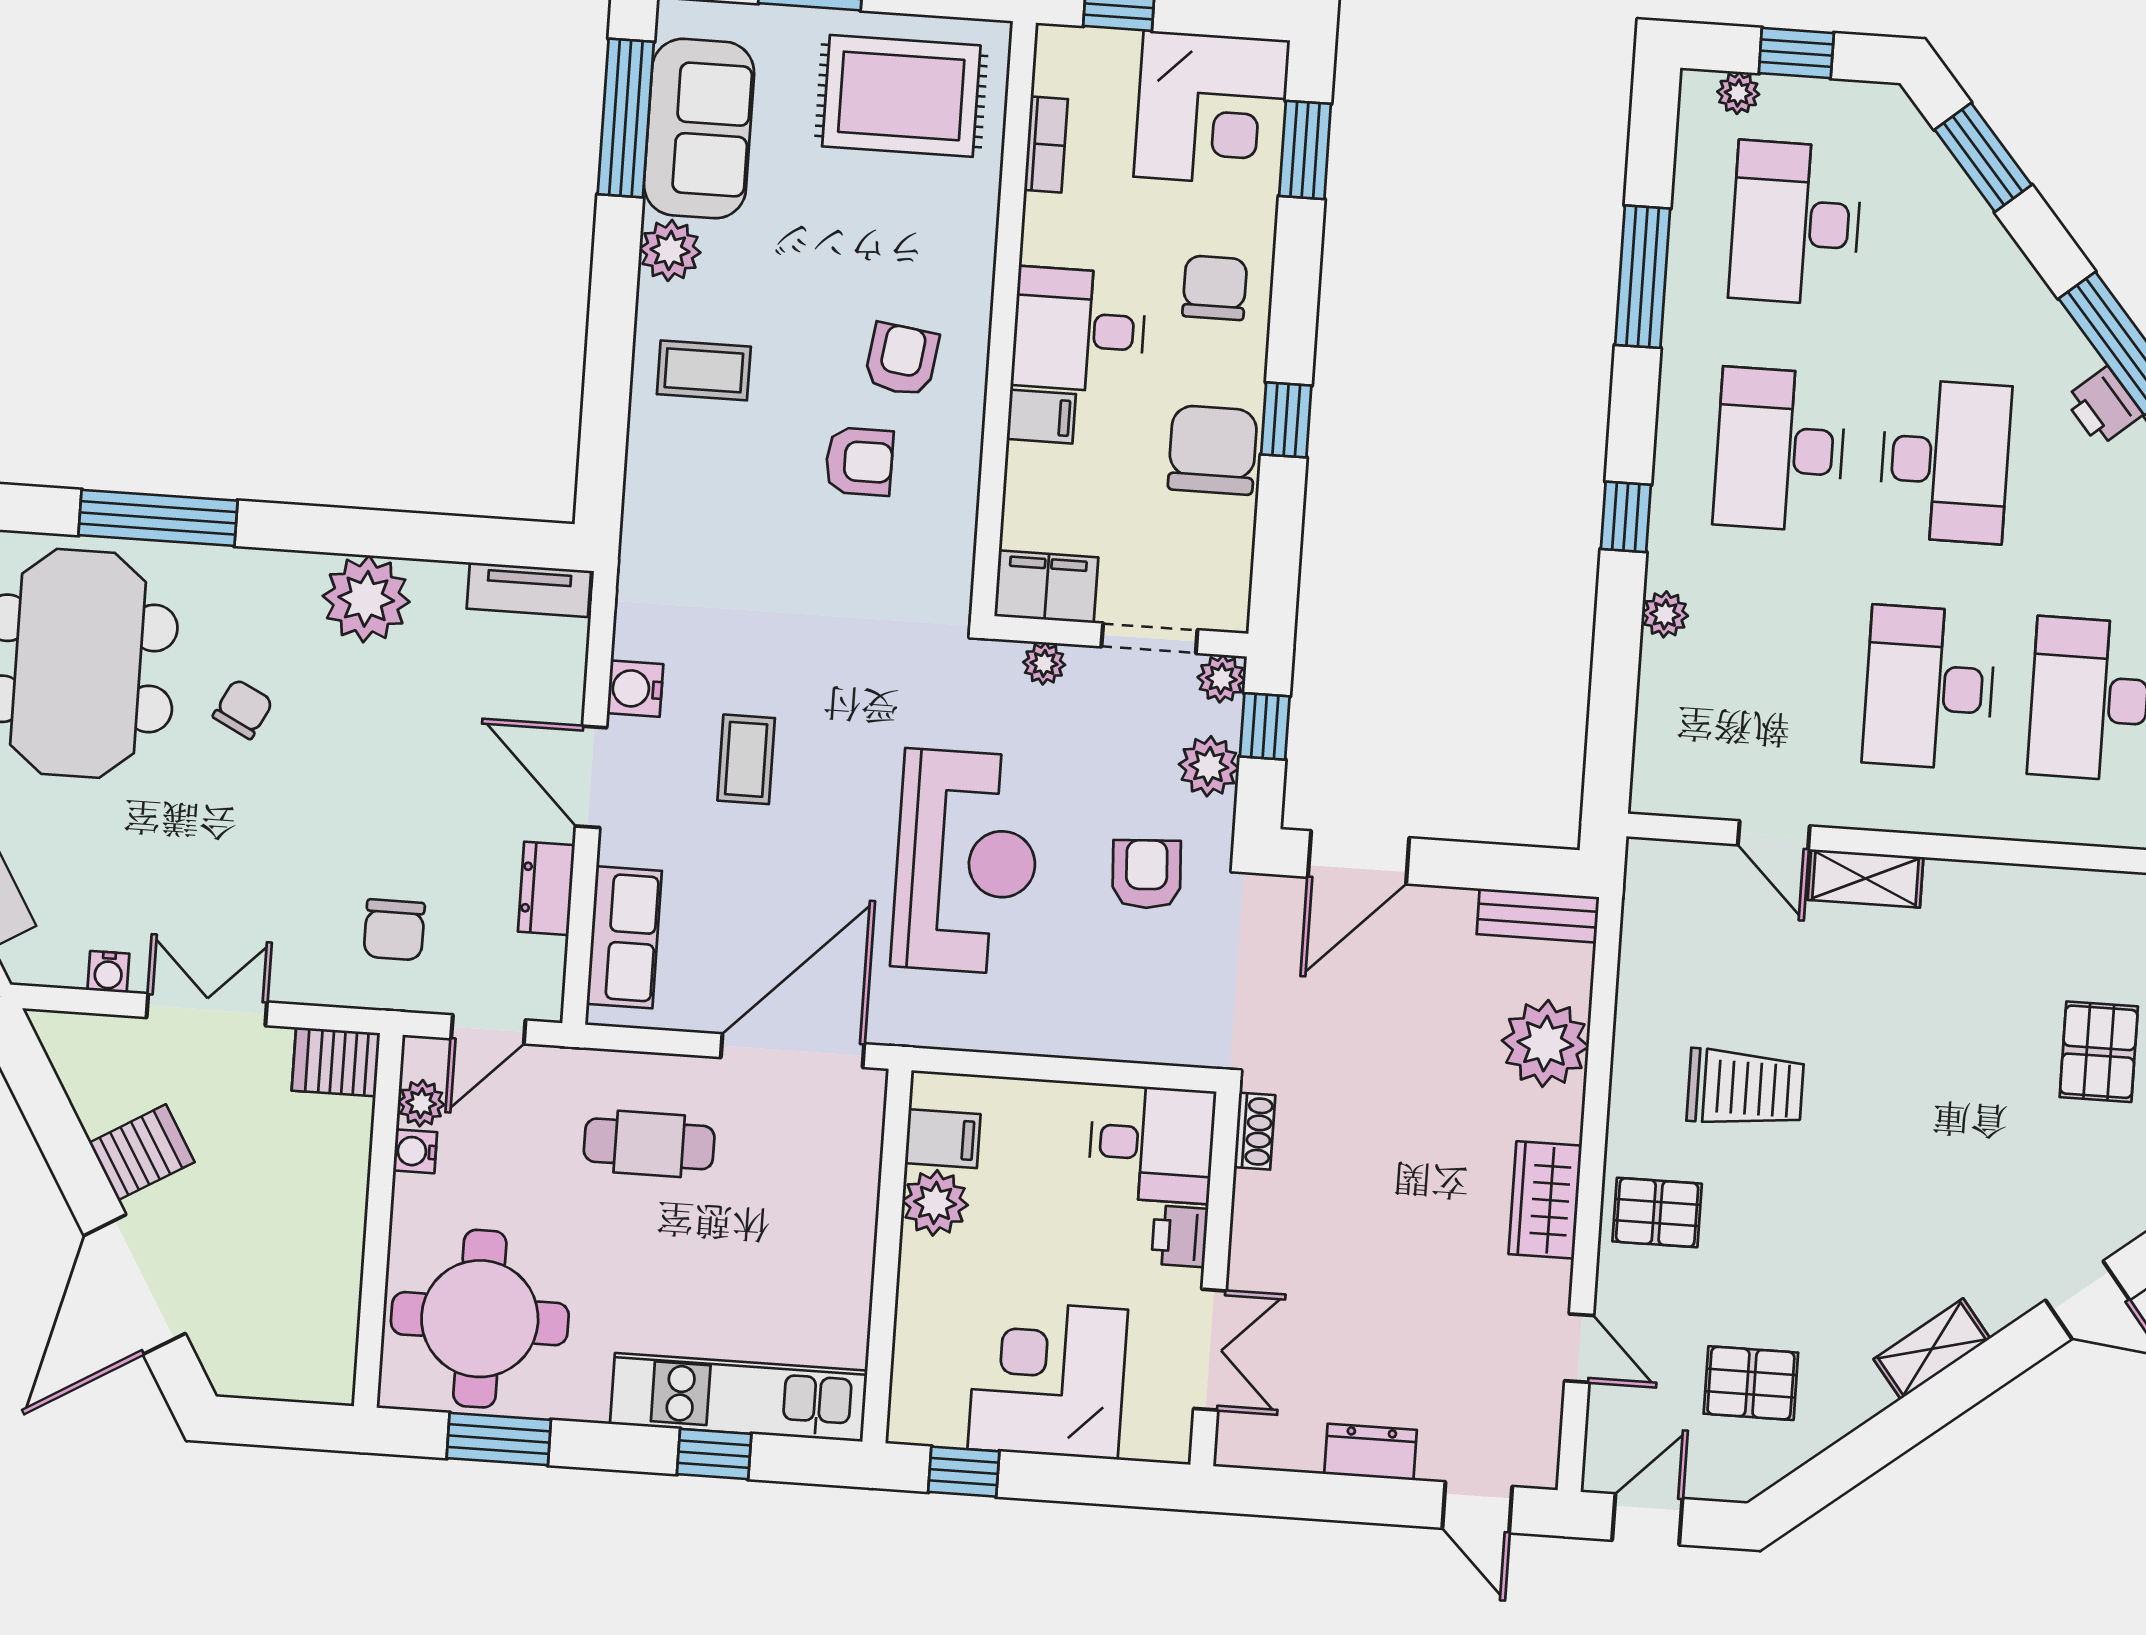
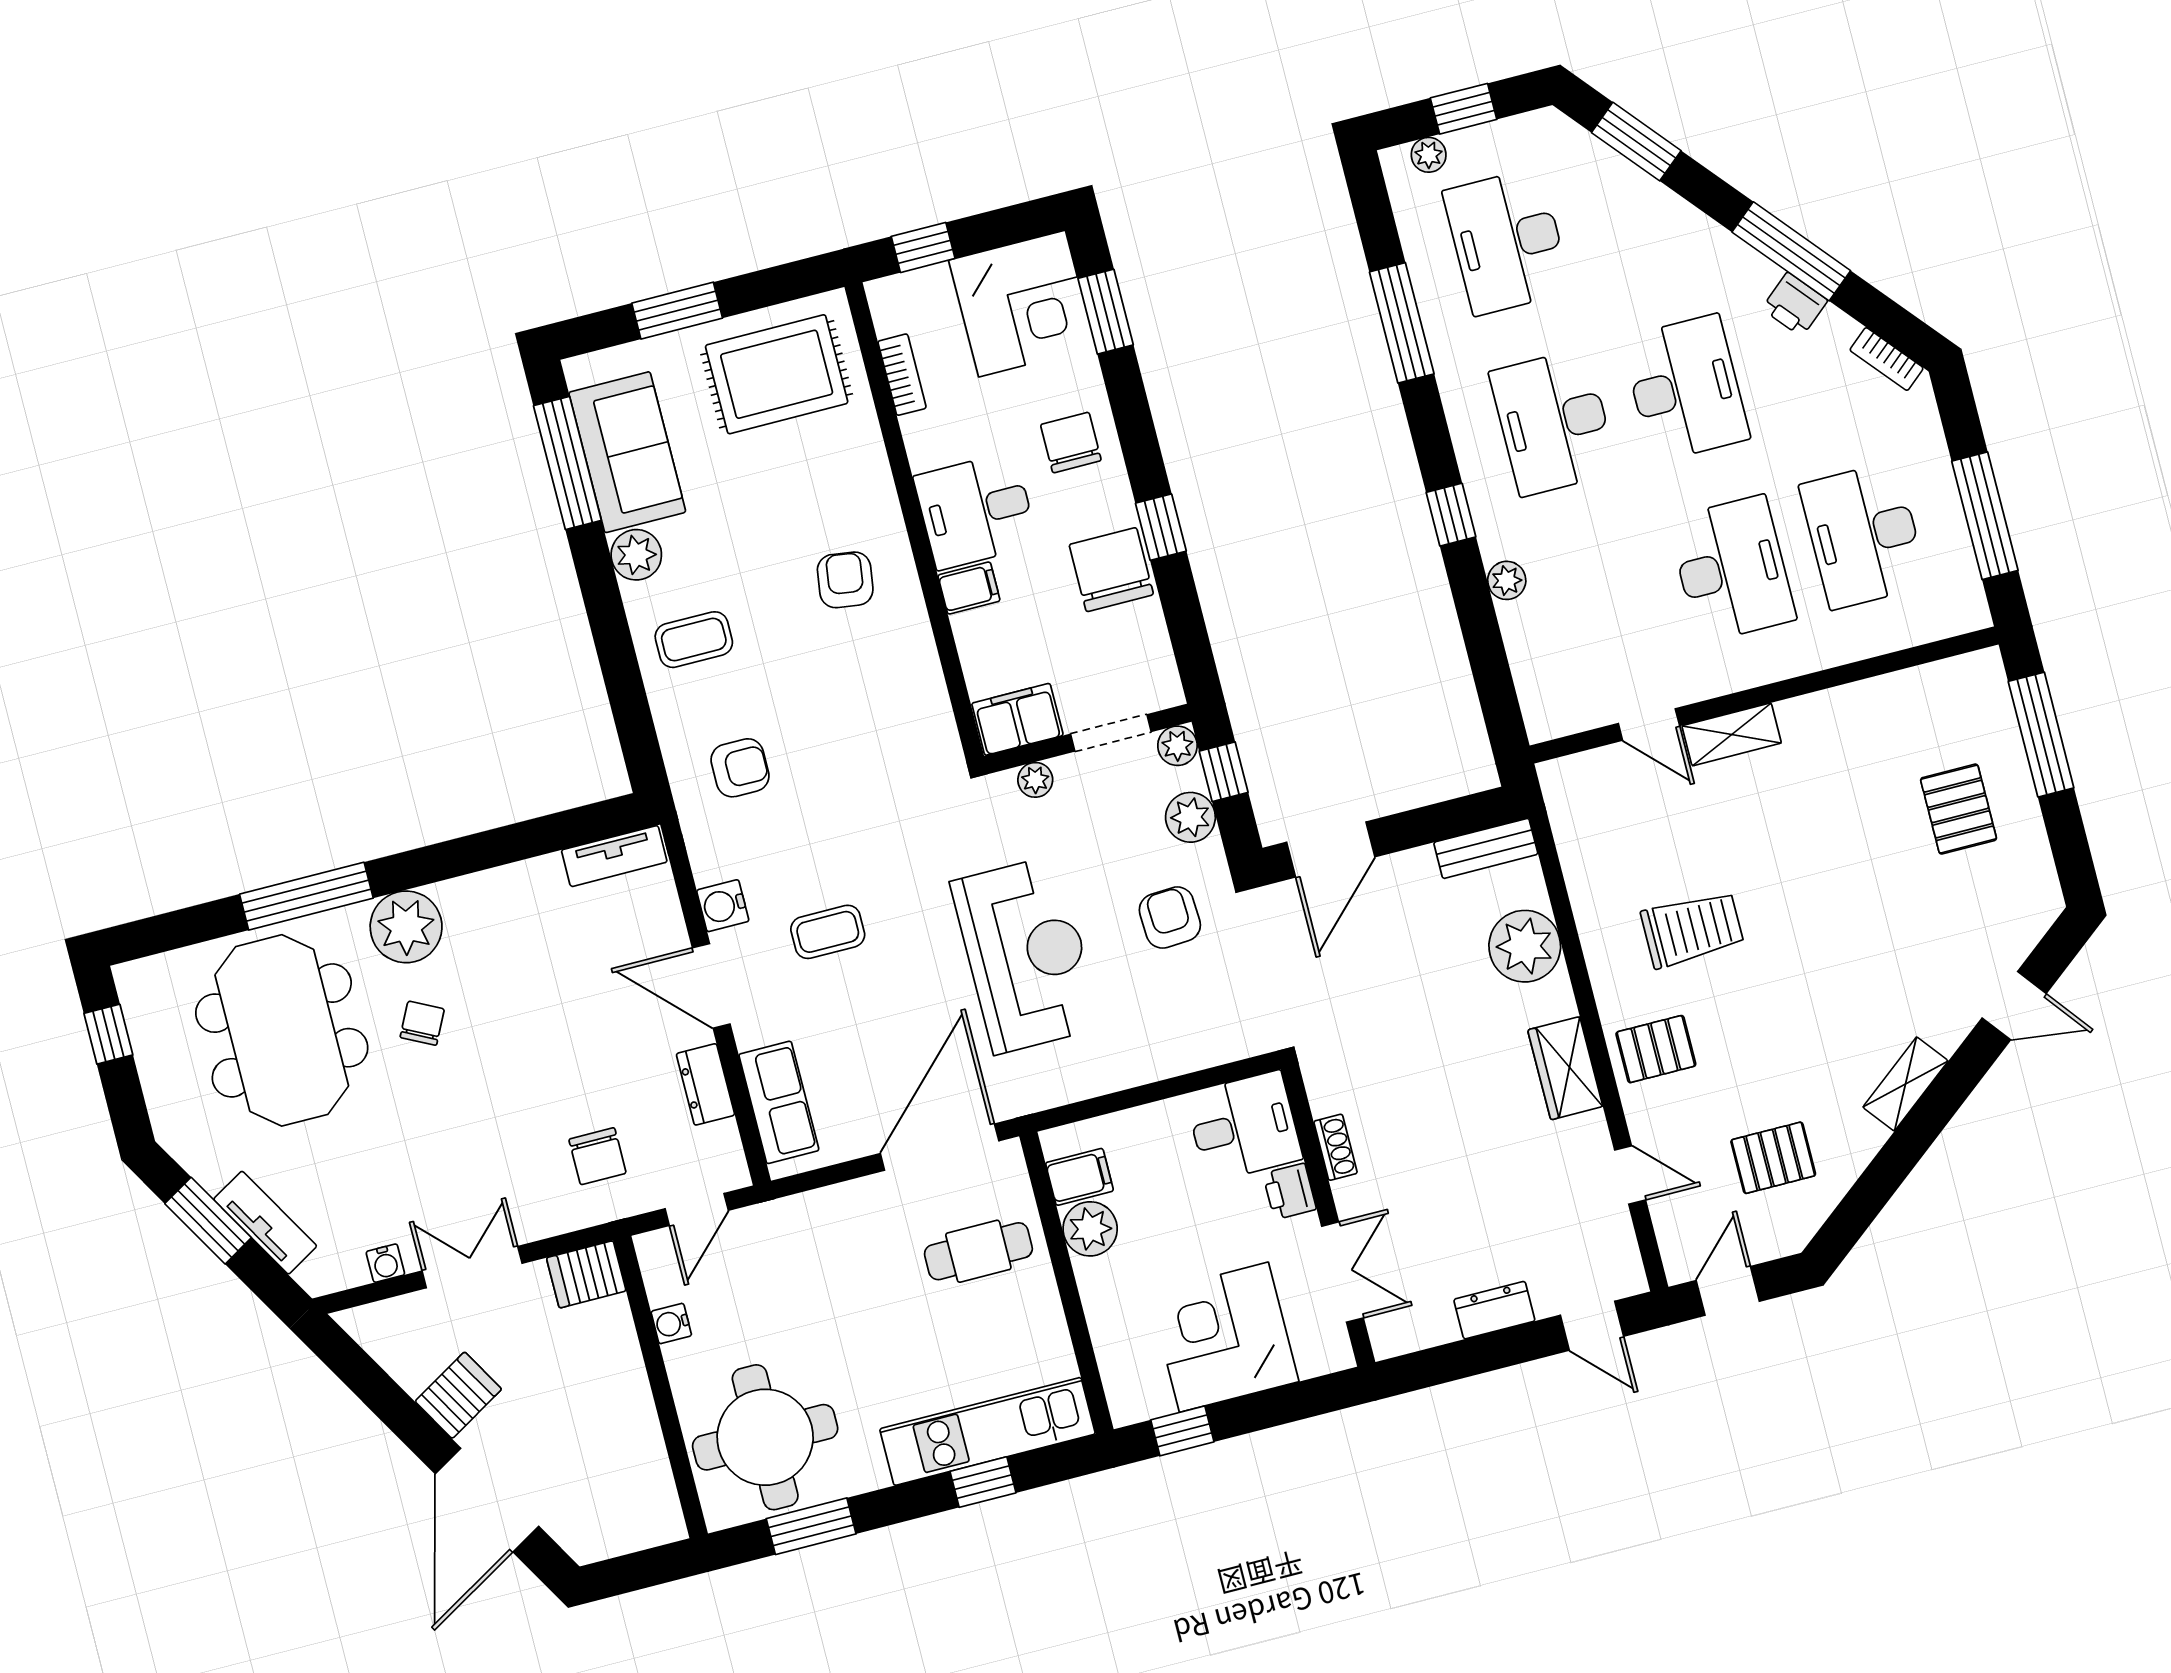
armchair: (859, 461) -> (740, 768), moved
plant: (366, 599) -> (406, 927), moved
desk: (1929, 688) -> (1732, 569), turned 180
coffee table: (746, 759) -> (828, 932), turned 90
plant: (421, 1103) -> (664, 1284), removed
shoe rack: (1255, 1131) -> (1335, 1147), moved
cafe table: (649, 1144) -> (978, 1251), moved

